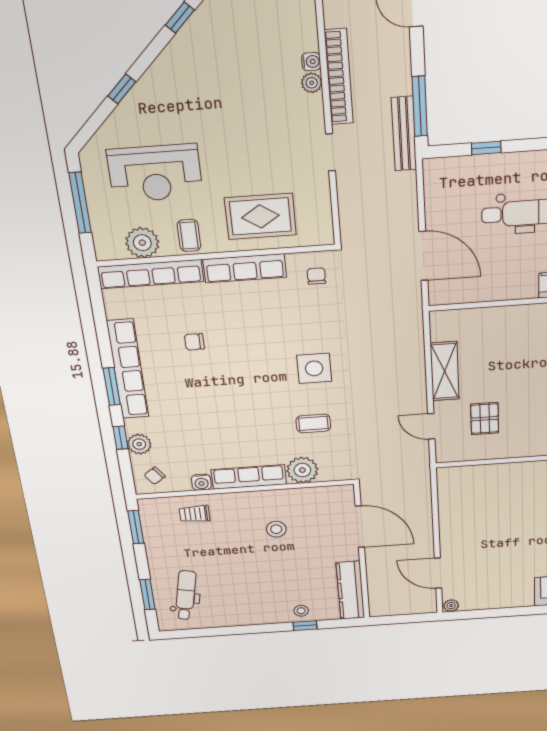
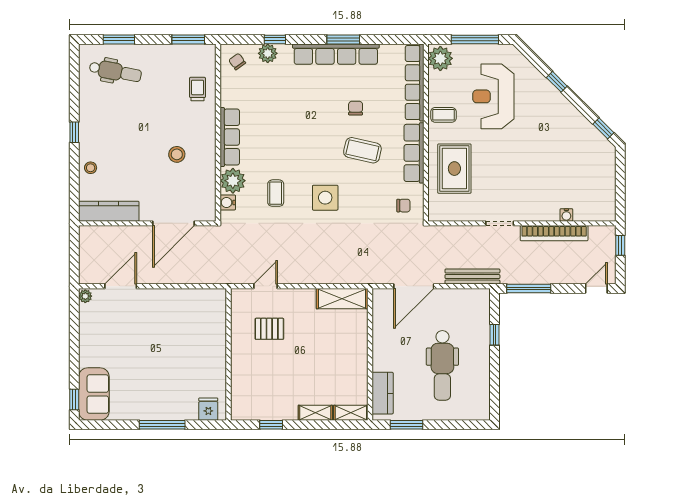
plant: (312, 83) -> (551, 214), removed
bench: (404, 134) -> (472, 277), moved
plant: (142, 243) -> (440, 58), moved
coffee table: (248, 330) -> (362, 150), added
shelving: (445, 371) -> (342, 299), moved
window: (112, 386) -> (343, 39), moved
water cooler: (201, 482) -> (228, 202), moved
window: (305, 626) -> (74, 132), moved

